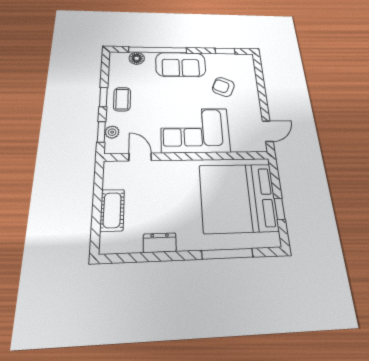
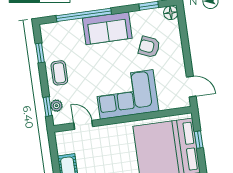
floor lamp: (137, 58) -> (171, 13), moved
window: (103, 97) -> (40, 53), moved
door: (268, 131) -> (191, 87), hinge flipped
window: (280, 209) -> (199, 140), moved

